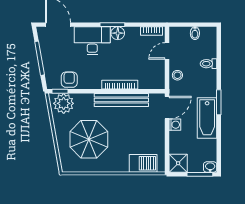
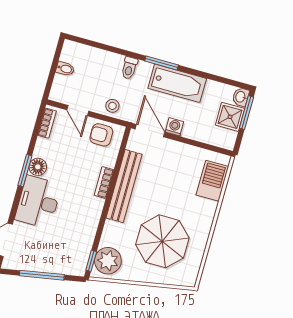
toilet: (209, 64) -> (129, 68), moved
armchair: (69, 80) -> (101, 135), moved
bookcase: (120, 85) -> (104, 183), width x0.64
shower: (178, 163) -> (230, 117), moved

